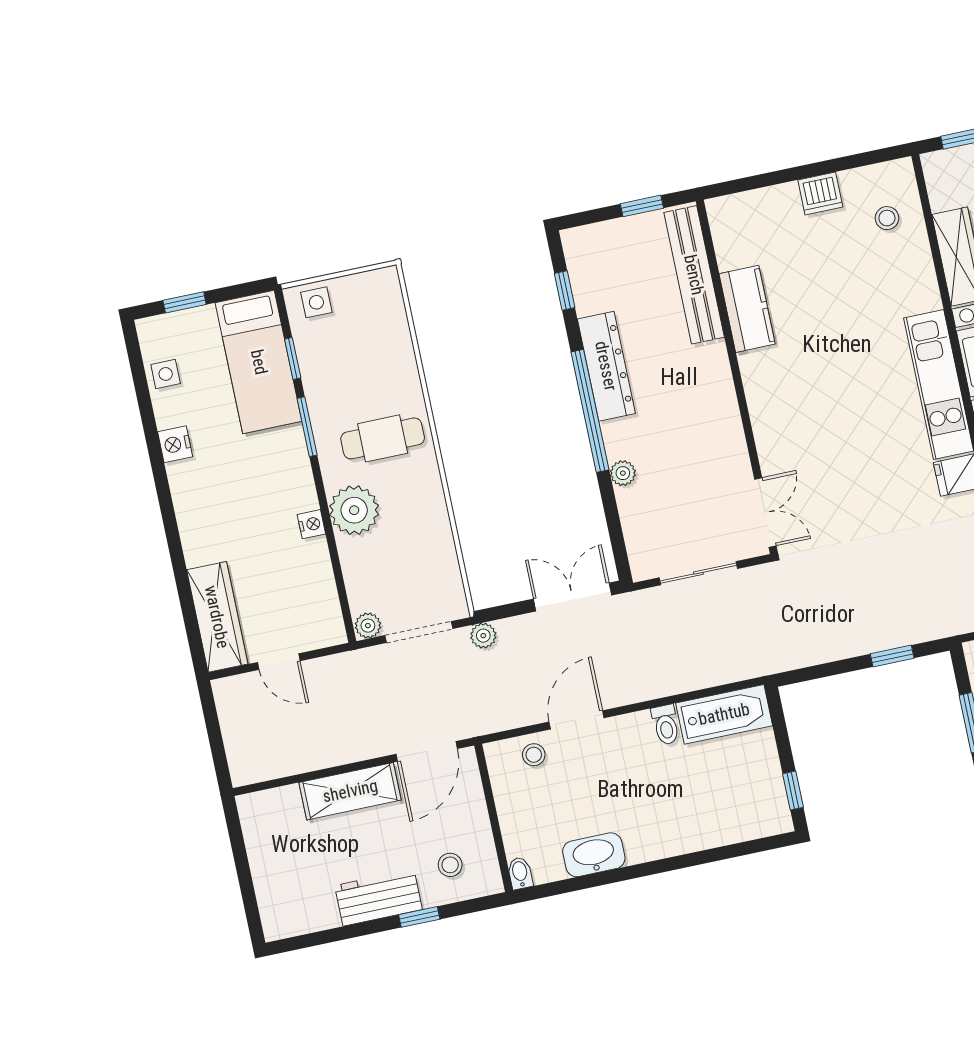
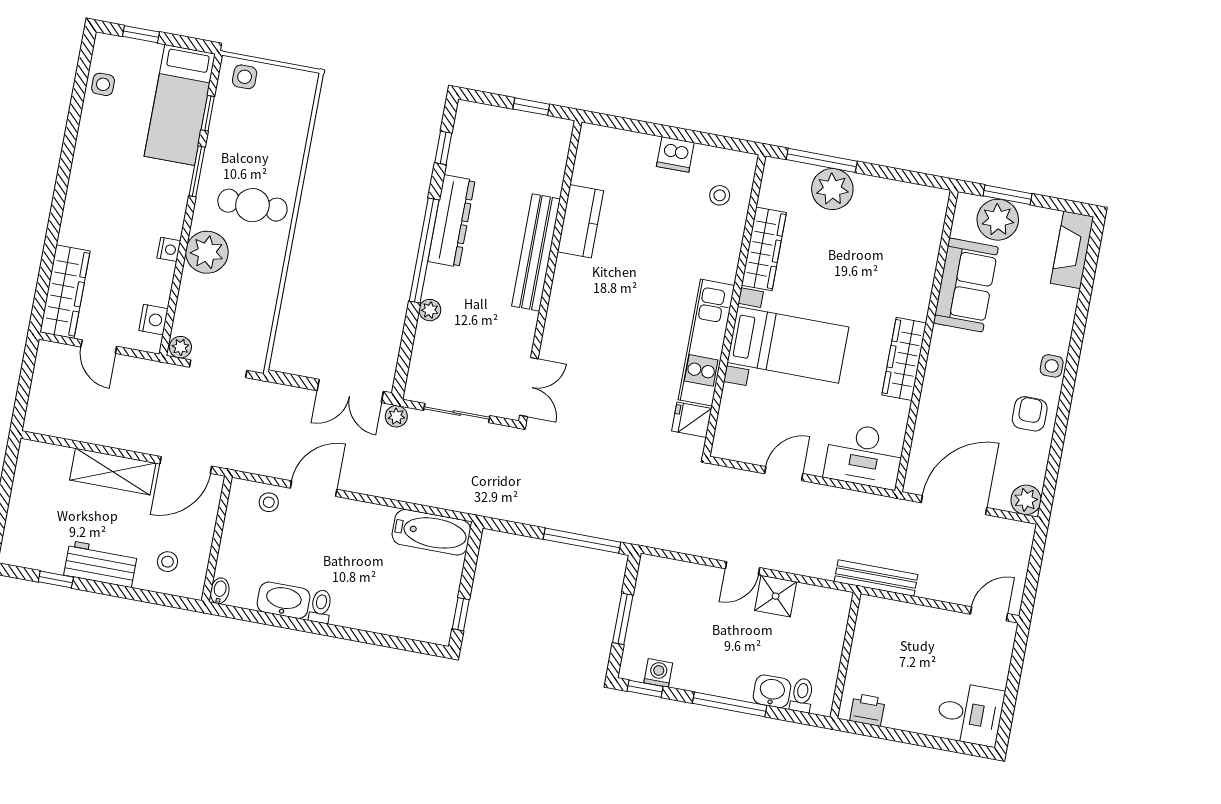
bench: (694, 275) -> (536, 252), moved
nightstand: (175, 444) -> (153, 320), moved, turned 180
double door: (573, 597) -> (350, 391), swing flipped
plant: (483, 636) -> (396, 416), moved
window: (892, 656) -> (582, 541), width x2.17
toilet: (666, 725) -> (321, 606), moved, turned 180
window: (419, 917) -> (56, 579), moved

